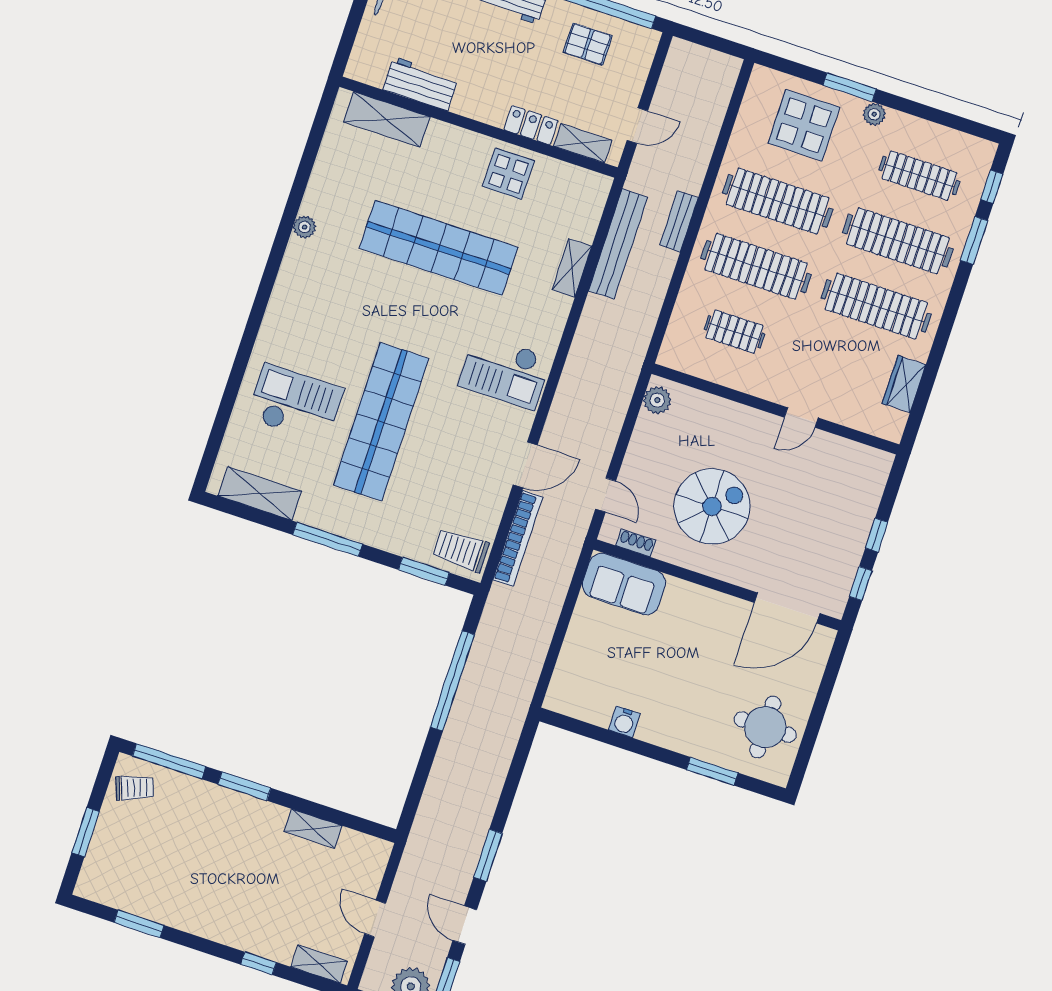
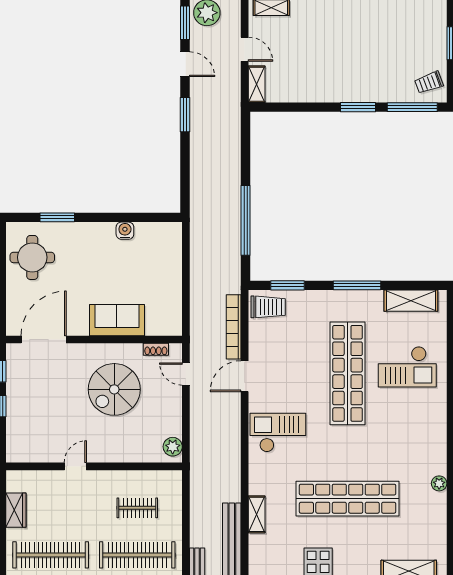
sofa: (624, 584) -> (117, 320), moved
shelving: (313, 829) -> (257, 84), moved, turned 90

